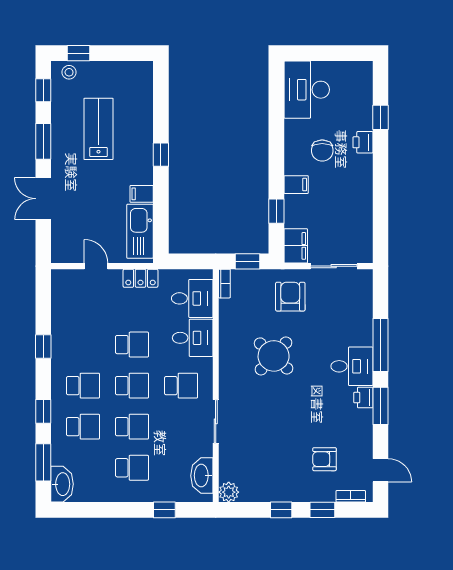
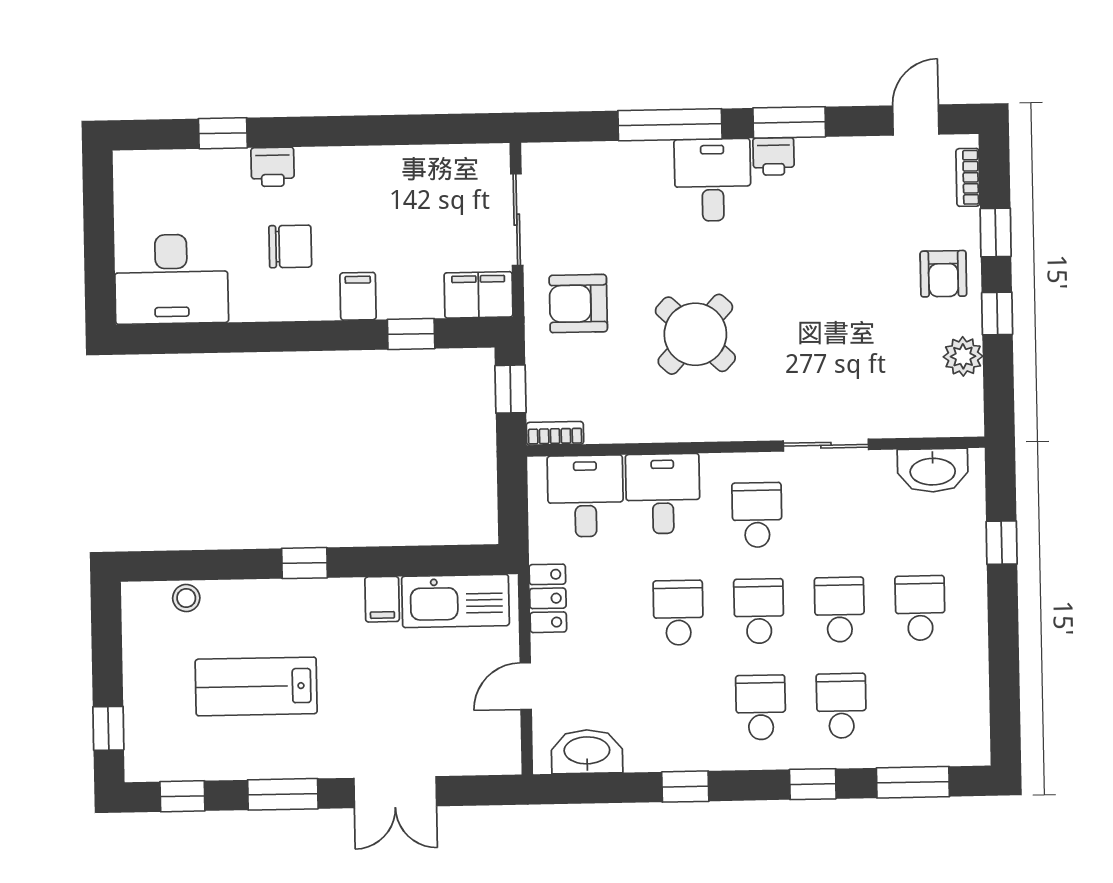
stool: (69, 72) -> (186, 598), moved
armchair: (324, 459) -> (943, 274), moved
washbasin: (62, 484) -> (587, 752), moved
plant: (229, 492) -> (963, 356), moved

